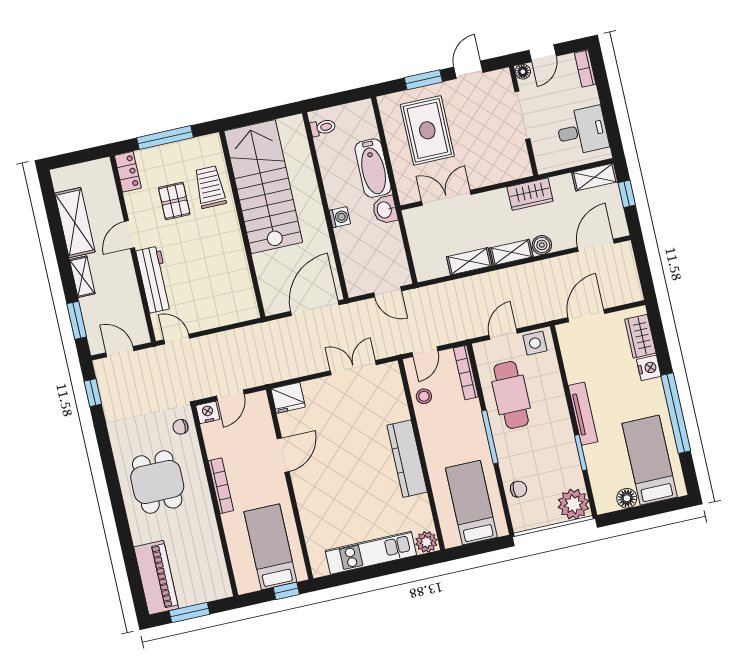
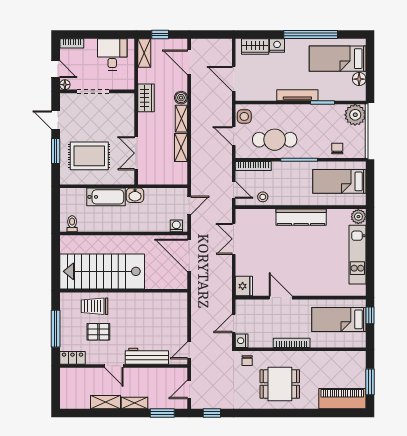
washing machine: (340, 217) -> (176, 226), moved
shelving: (75, 223) -> (105, 402), width x0.67, depth x0.75
door: (230, 395) -> (234, 323), swing flipped

